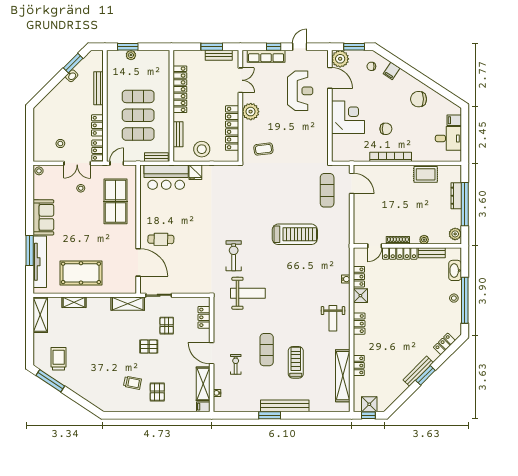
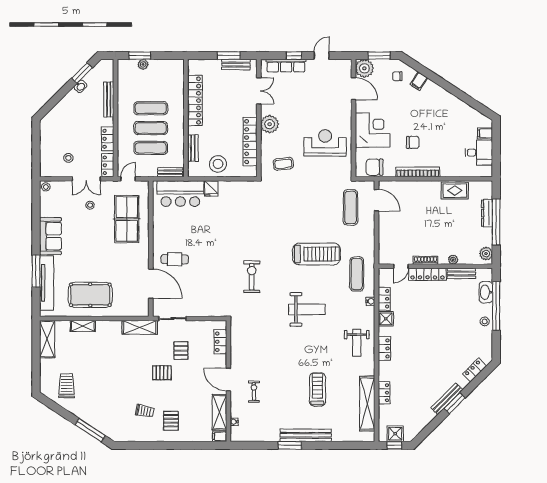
reception desk: (300, 91) -> (325, 143), moved, turned -90
chair: (419, 99) -> (375, 167), moved
weight bench: (248, 293) -> (307, 309), moved
window: (465, 300) -> (496, 306), moved
exercise mat: (267, 350) -> (357, 274), moved
window: (50, 381) -> (90, 430), moved

